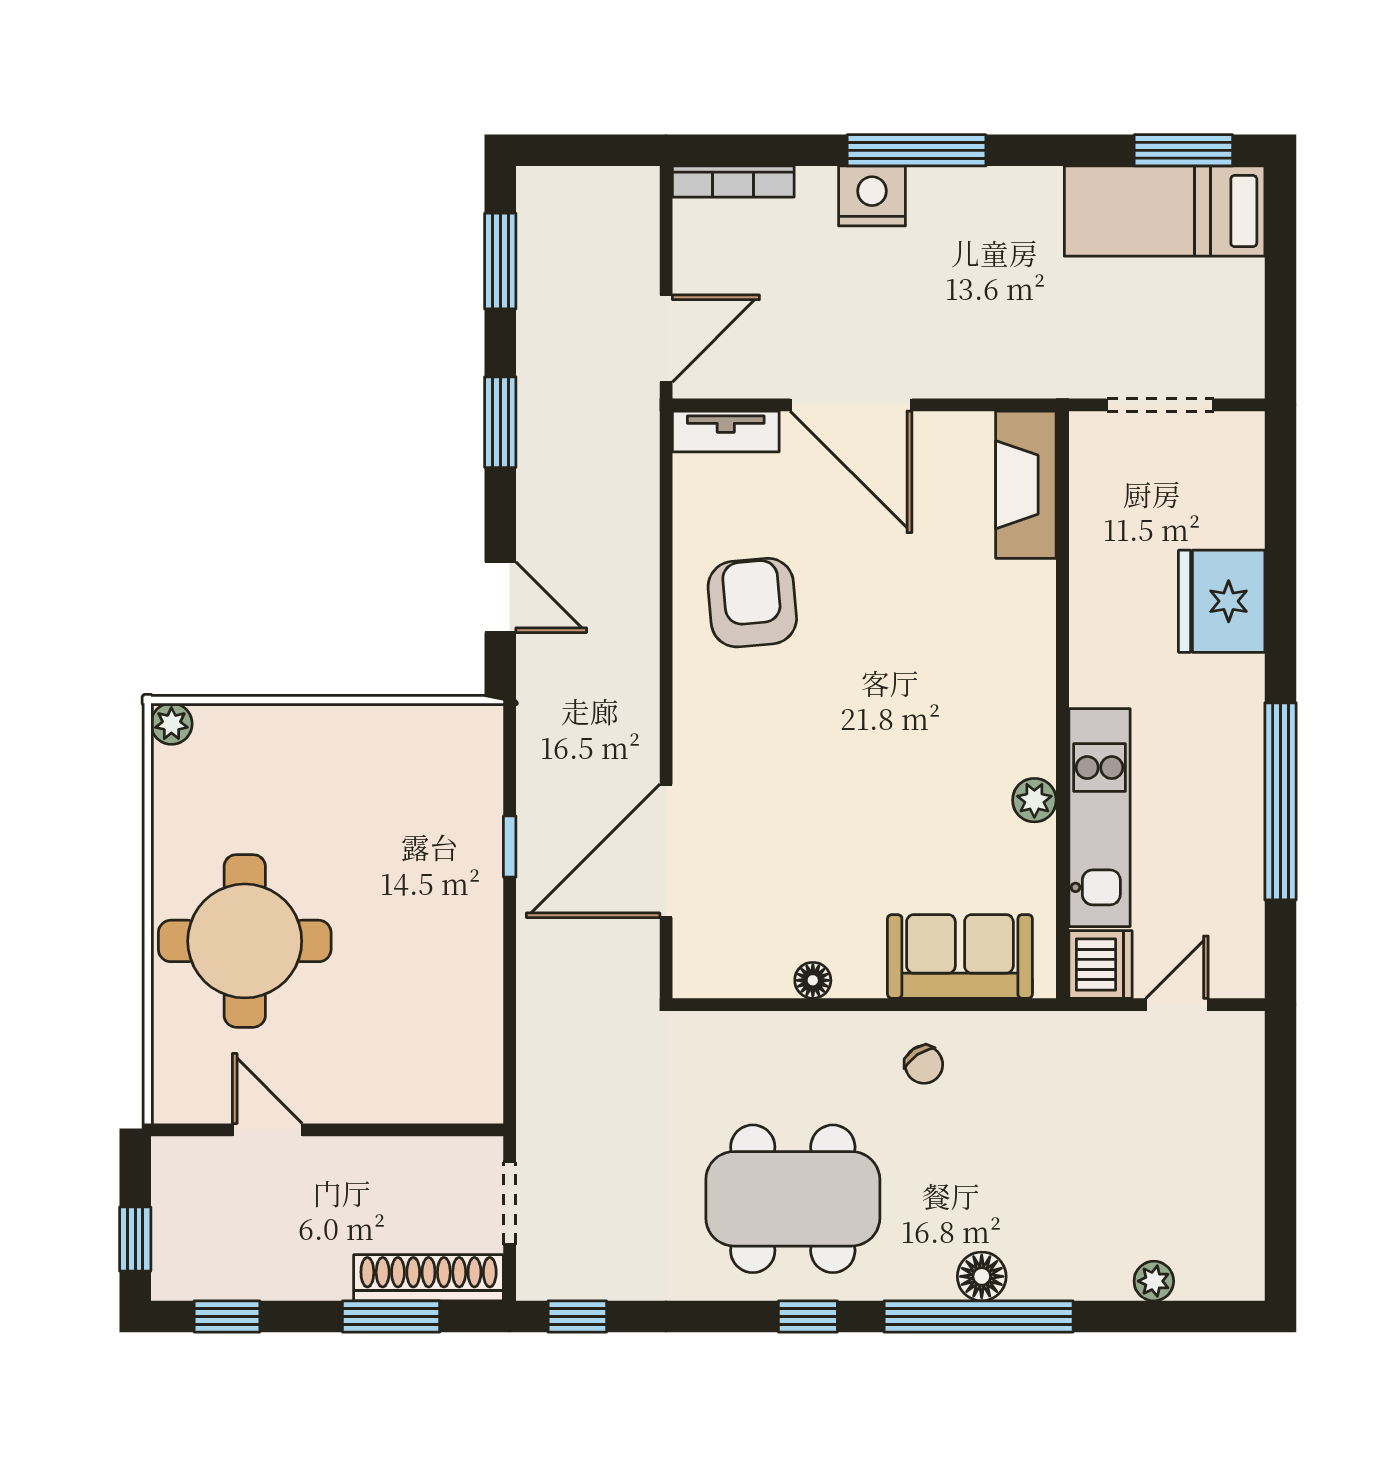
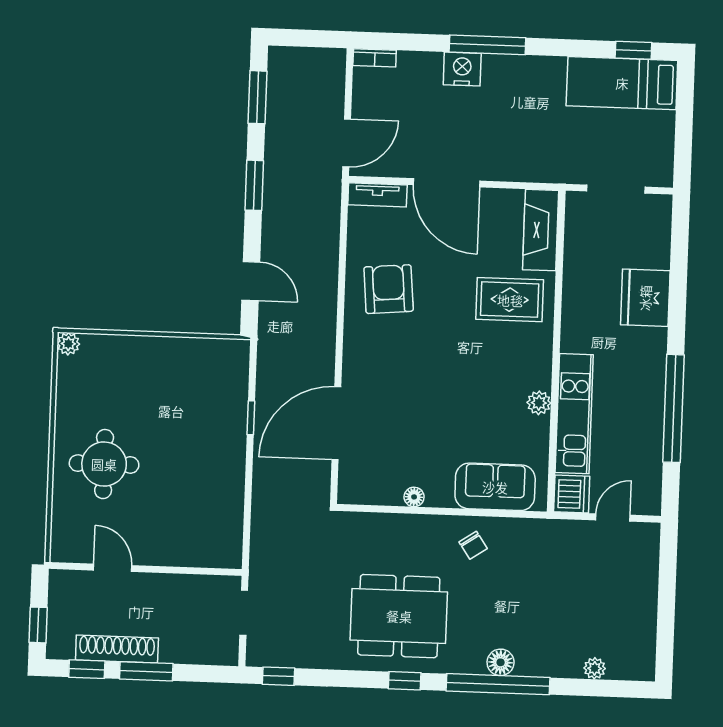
window: (1183, 150) -> (633, 50), width x0.67
bookcase: (733, 182) -> (375, 58), width x0.64
rug: (974, 614) -> (510, 300), added
round table: (245, 941) -> (104, 464), width x0.73, depth x0.73
shoe rack: (429, 1278) -> (117, 649), moved
window: (391, 1317) -> (146, 671), moved

